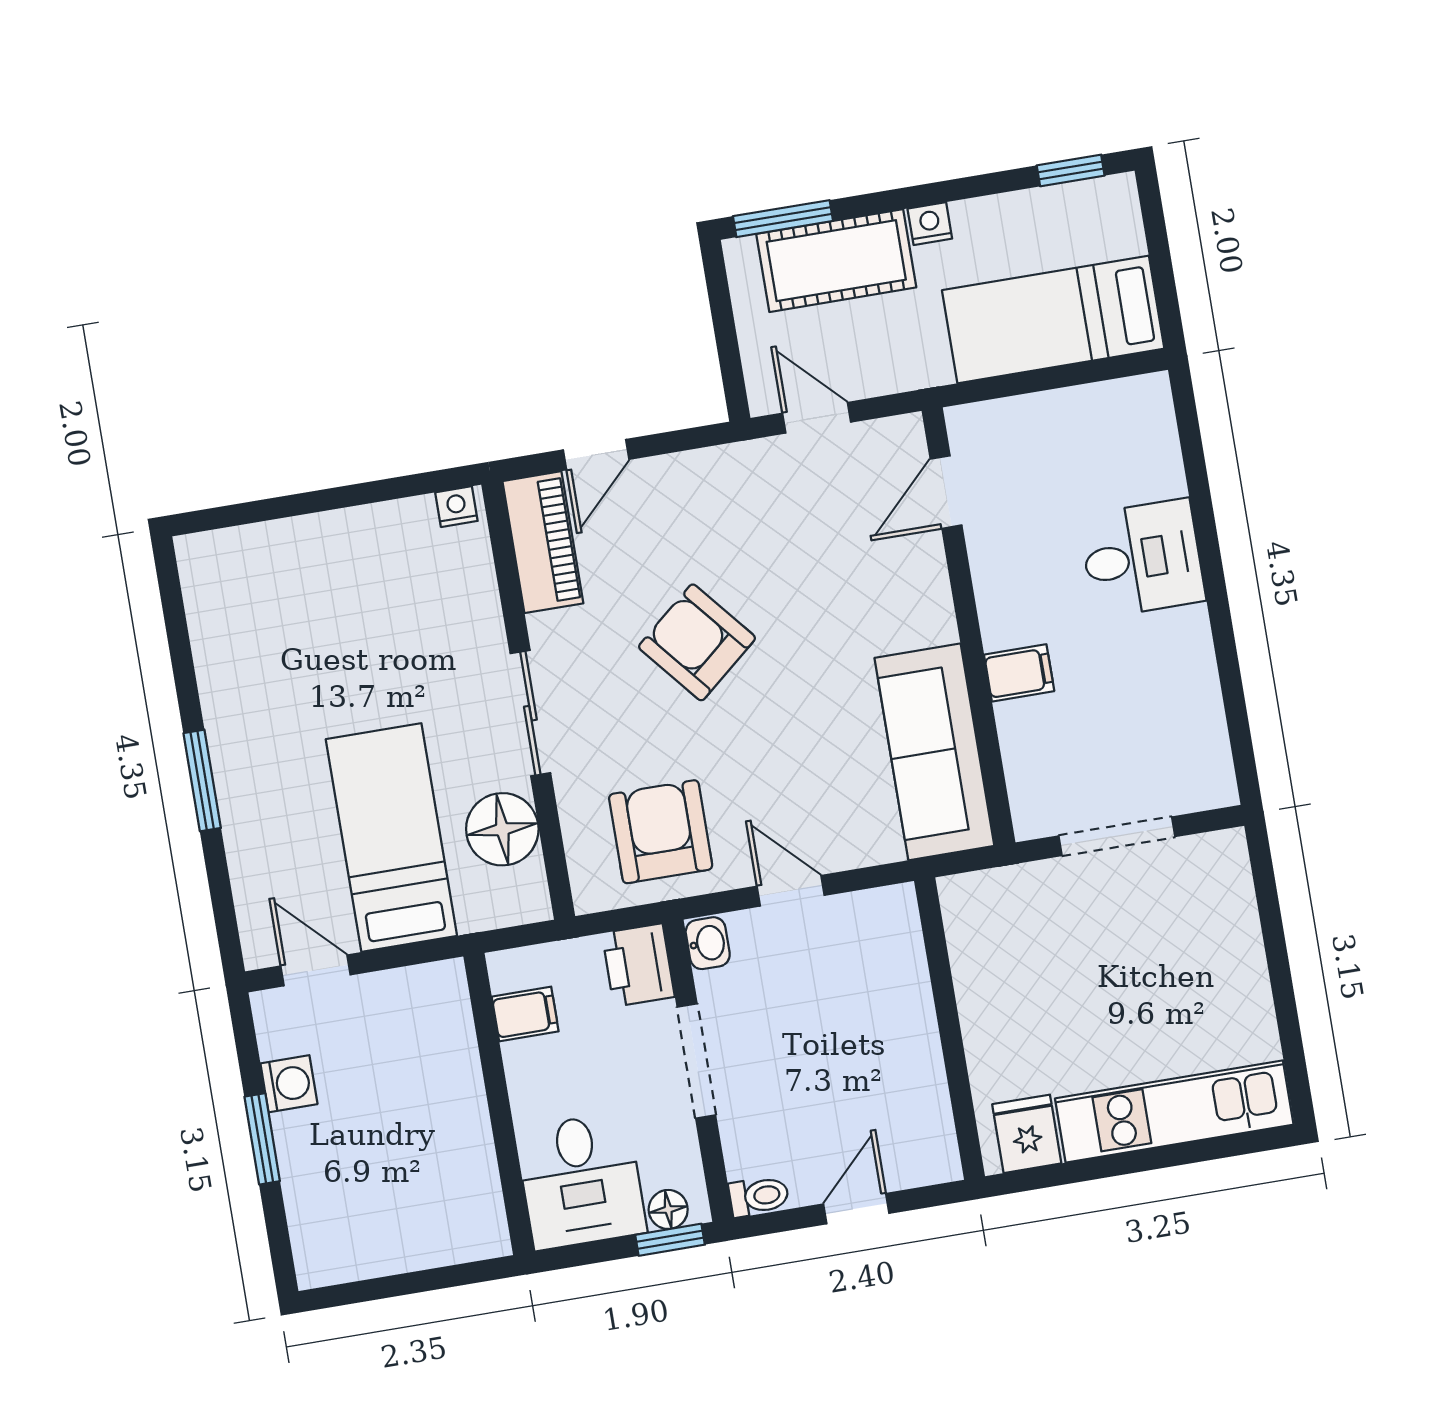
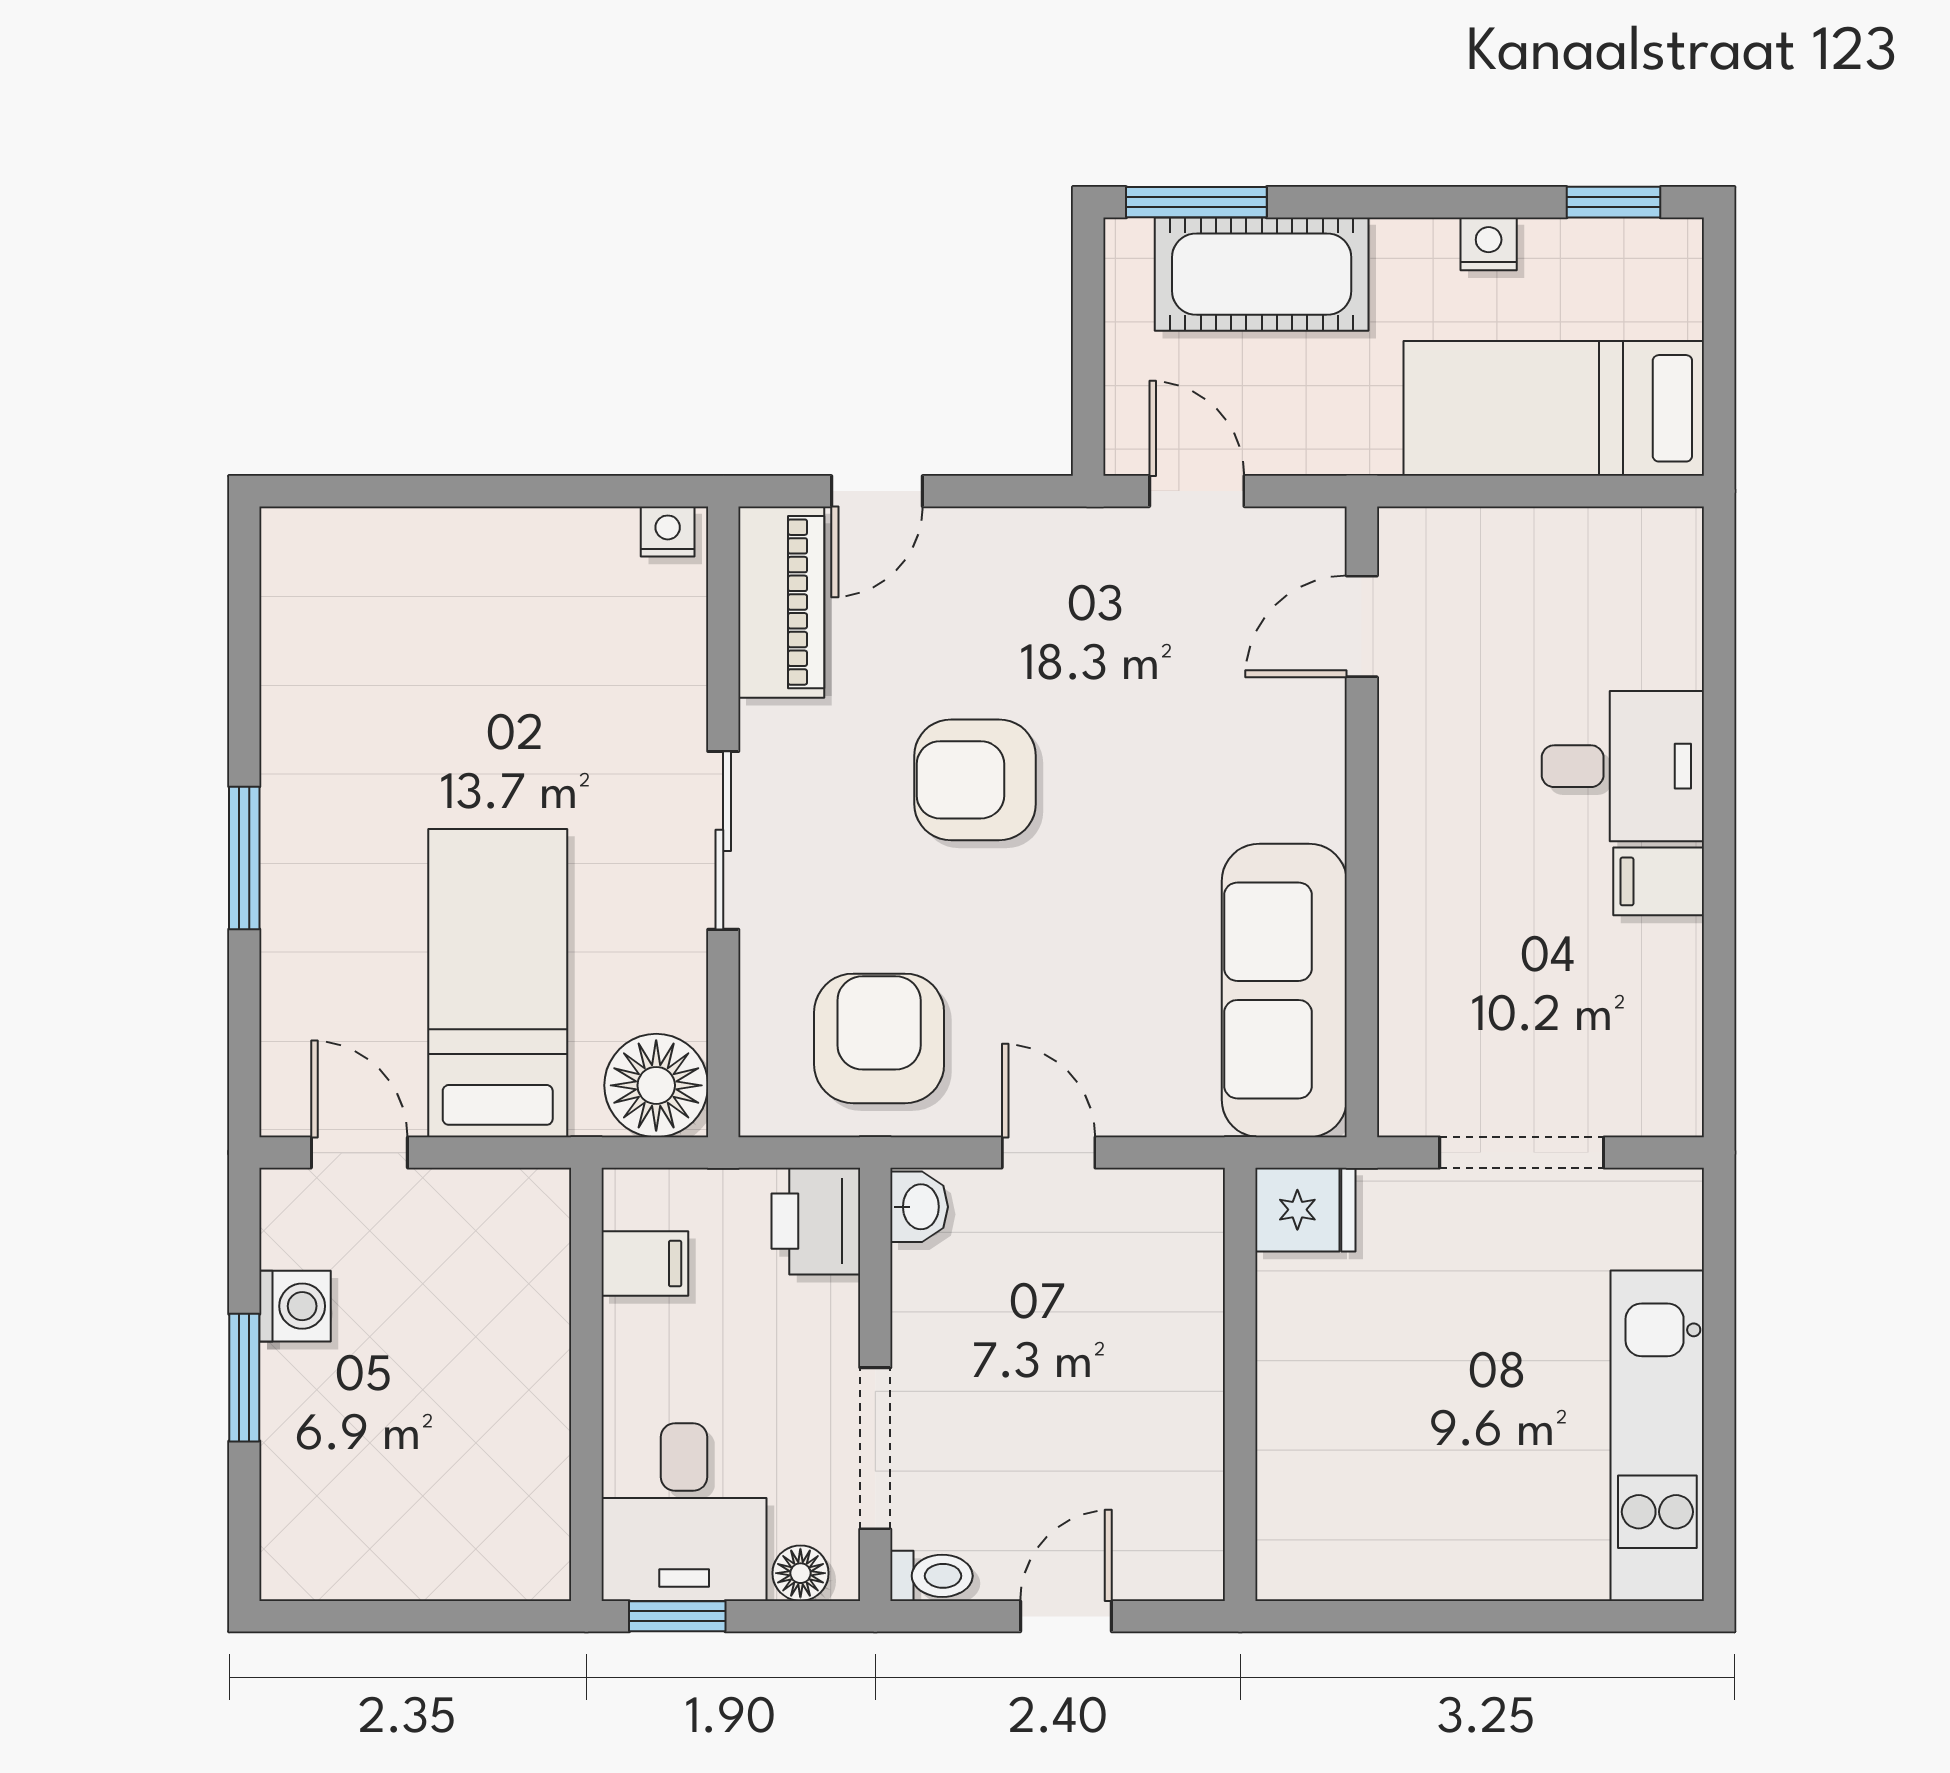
nightstand: (930, 224) -> (1489, 244), moved
armchair: (697, 642) -> (975, 780), turned -50
filing cabinet: (1019, 673) -> (1659, 881), moved, turned 180
floor lamp: (502, 829) -> (656, 1085), moved
doorway: (696, 1061) -> (875, 1448), moved
kitchen unit: (1174, 1112) -> (1657, 1436), moved, turned -90
fridge: (1027, 1134) -> (1305, 1210), moved, turned 90
window: (670, 1240) -> (677, 1616), moved

